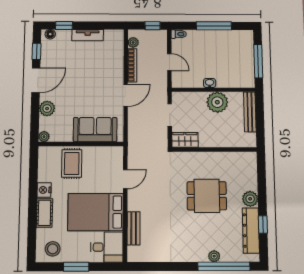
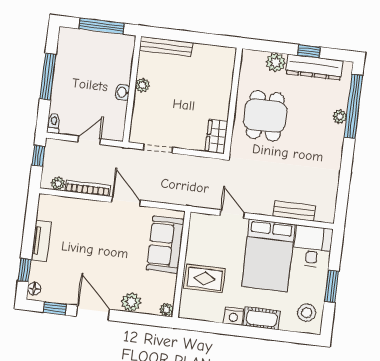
plant: (217, 102) -> (142, 85), width x0.53, depth x0.53
wardrobe: (185, 140) -> (216, 136), moved
wall: (214, 149) -> (233, 101), moved

